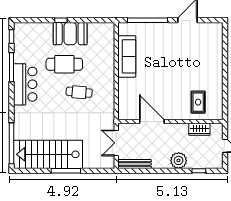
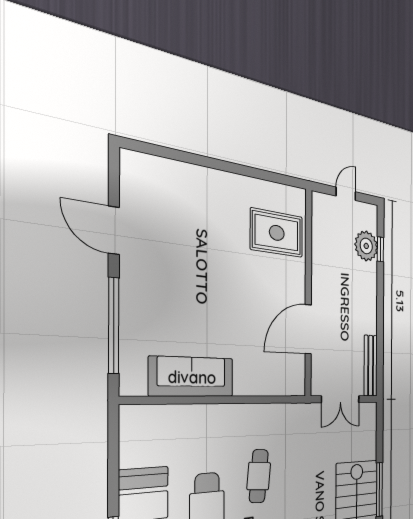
rug: (198, 102) -> (277, 233), width x1.36, depth x1.43
wardrobe: (199, 129) -> (321, 238), removed
plant: (179, 160) -> (366, 246), moved

